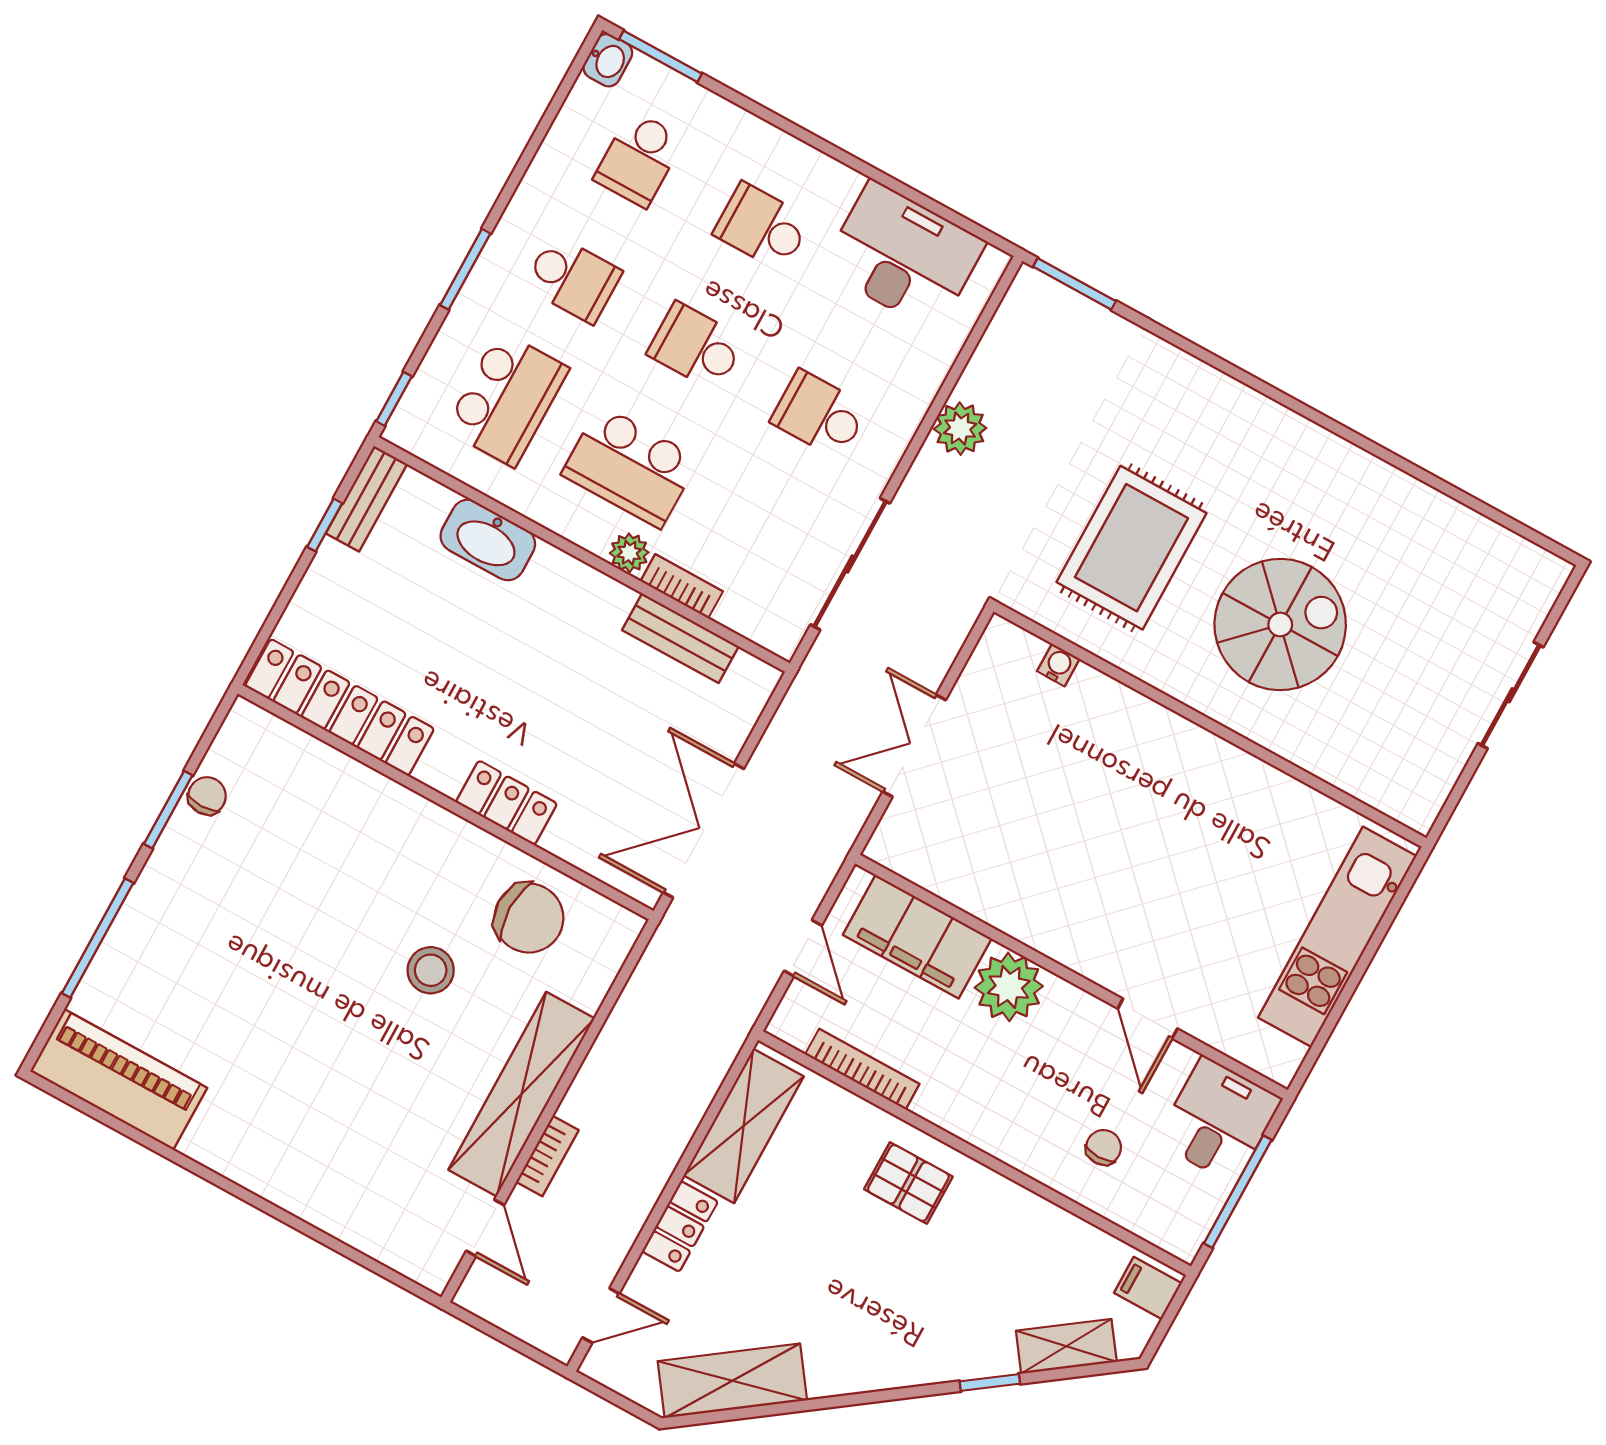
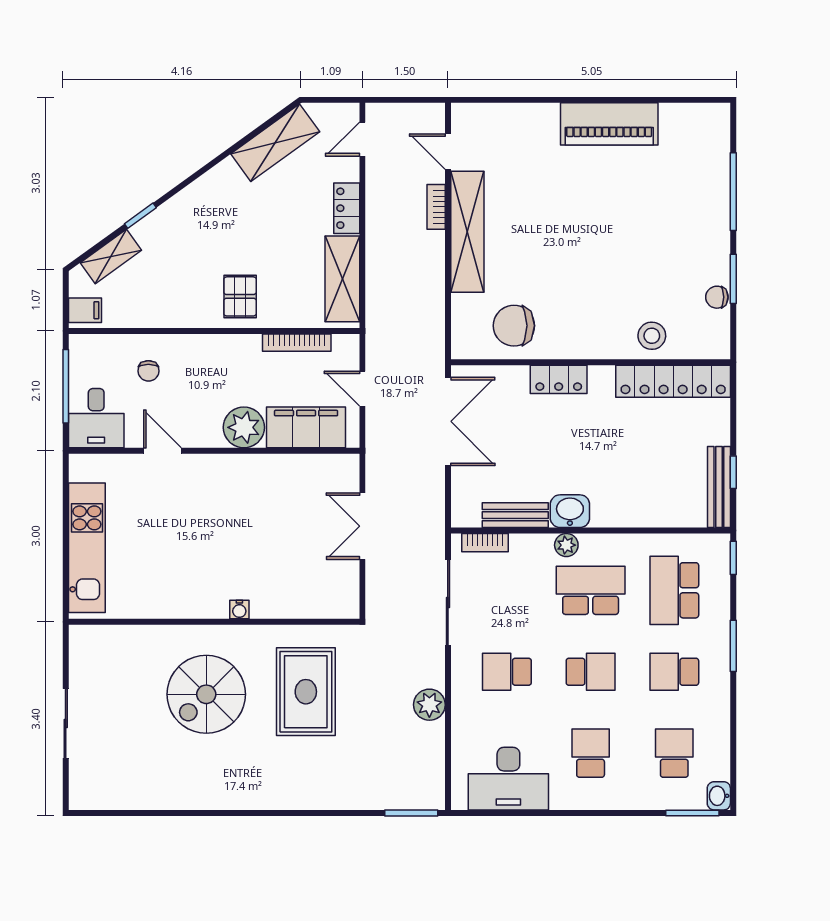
school desk: (762, 227) -> (591, 753), turned -90
school desk: (819, 414) -> (507, 672), turned 180
bench: (366, 499) -> (719, 487), width x1.36
washbasin: (488, 540) -> (570, 511), moved, width x0.72
bookcase: (682, 586) -> (485, 543), moved
water cooler: (1058, 665) -> (239, 610), moved
double door: (914, 746) -> (362, 526), swing flipped
chair: (207, 796) -> (717, 297), turned 90
stool: (431, 970) -> (652, 336), moved
piano: (119, 1080) -> (609, 124), moved
pallet: (908, 1183) -> (240, 296), turned 90

